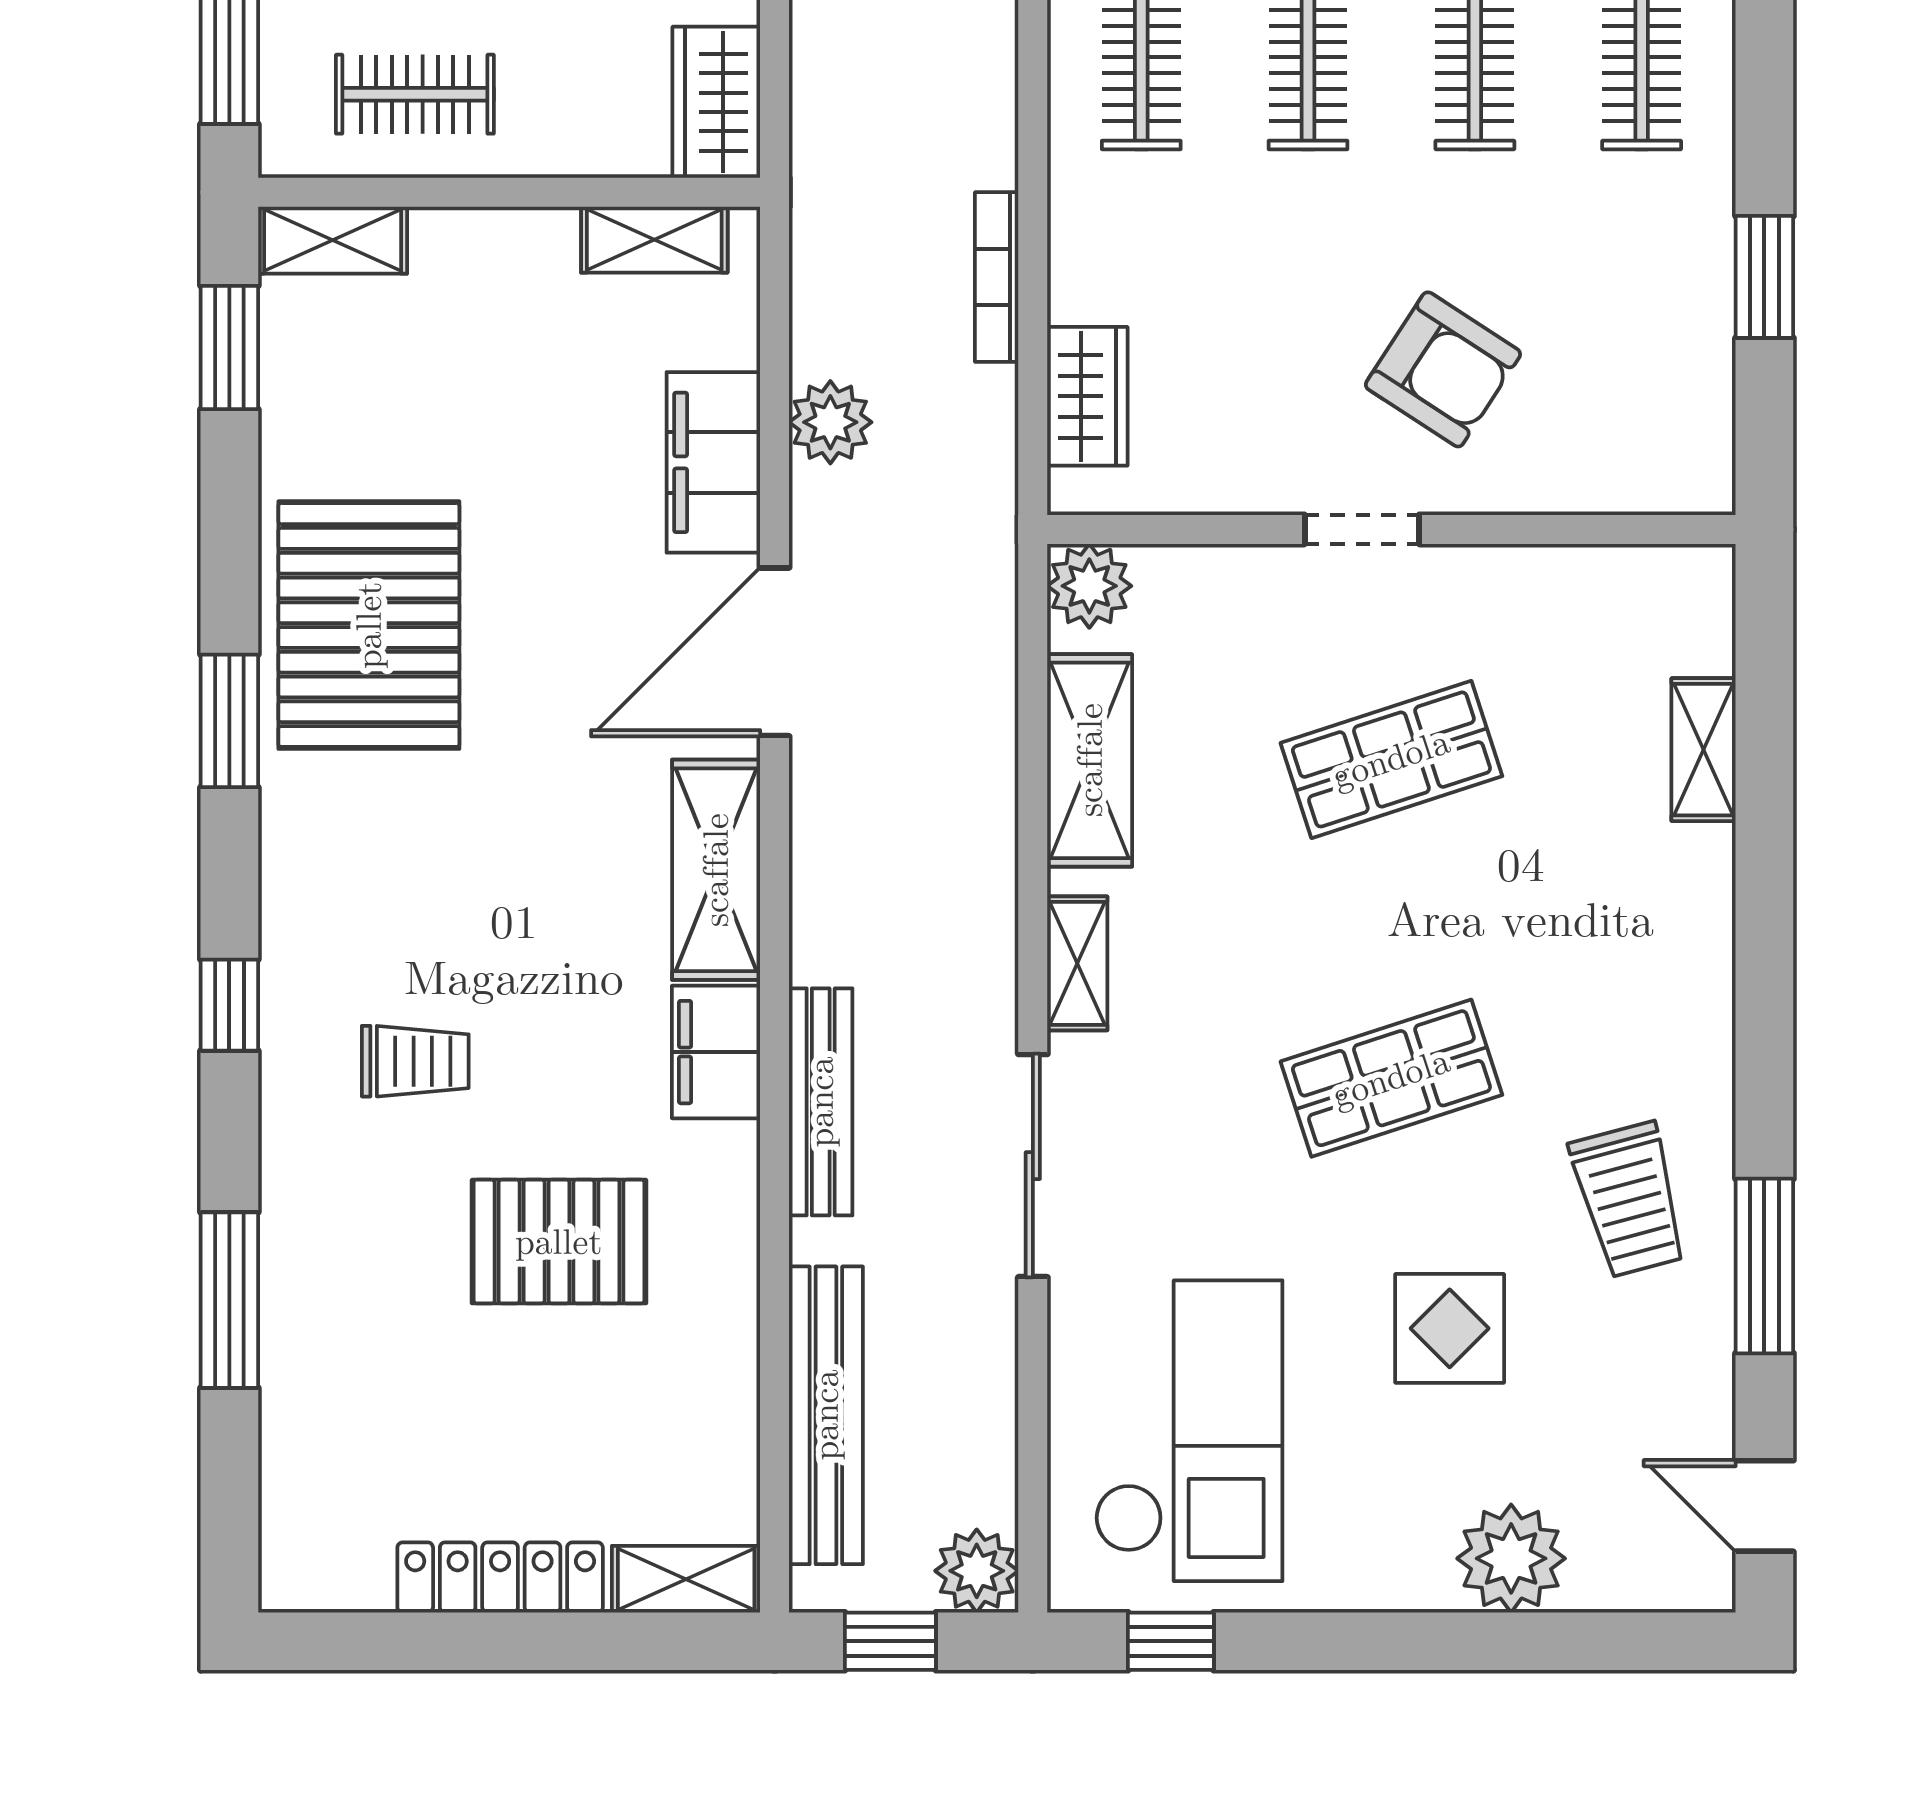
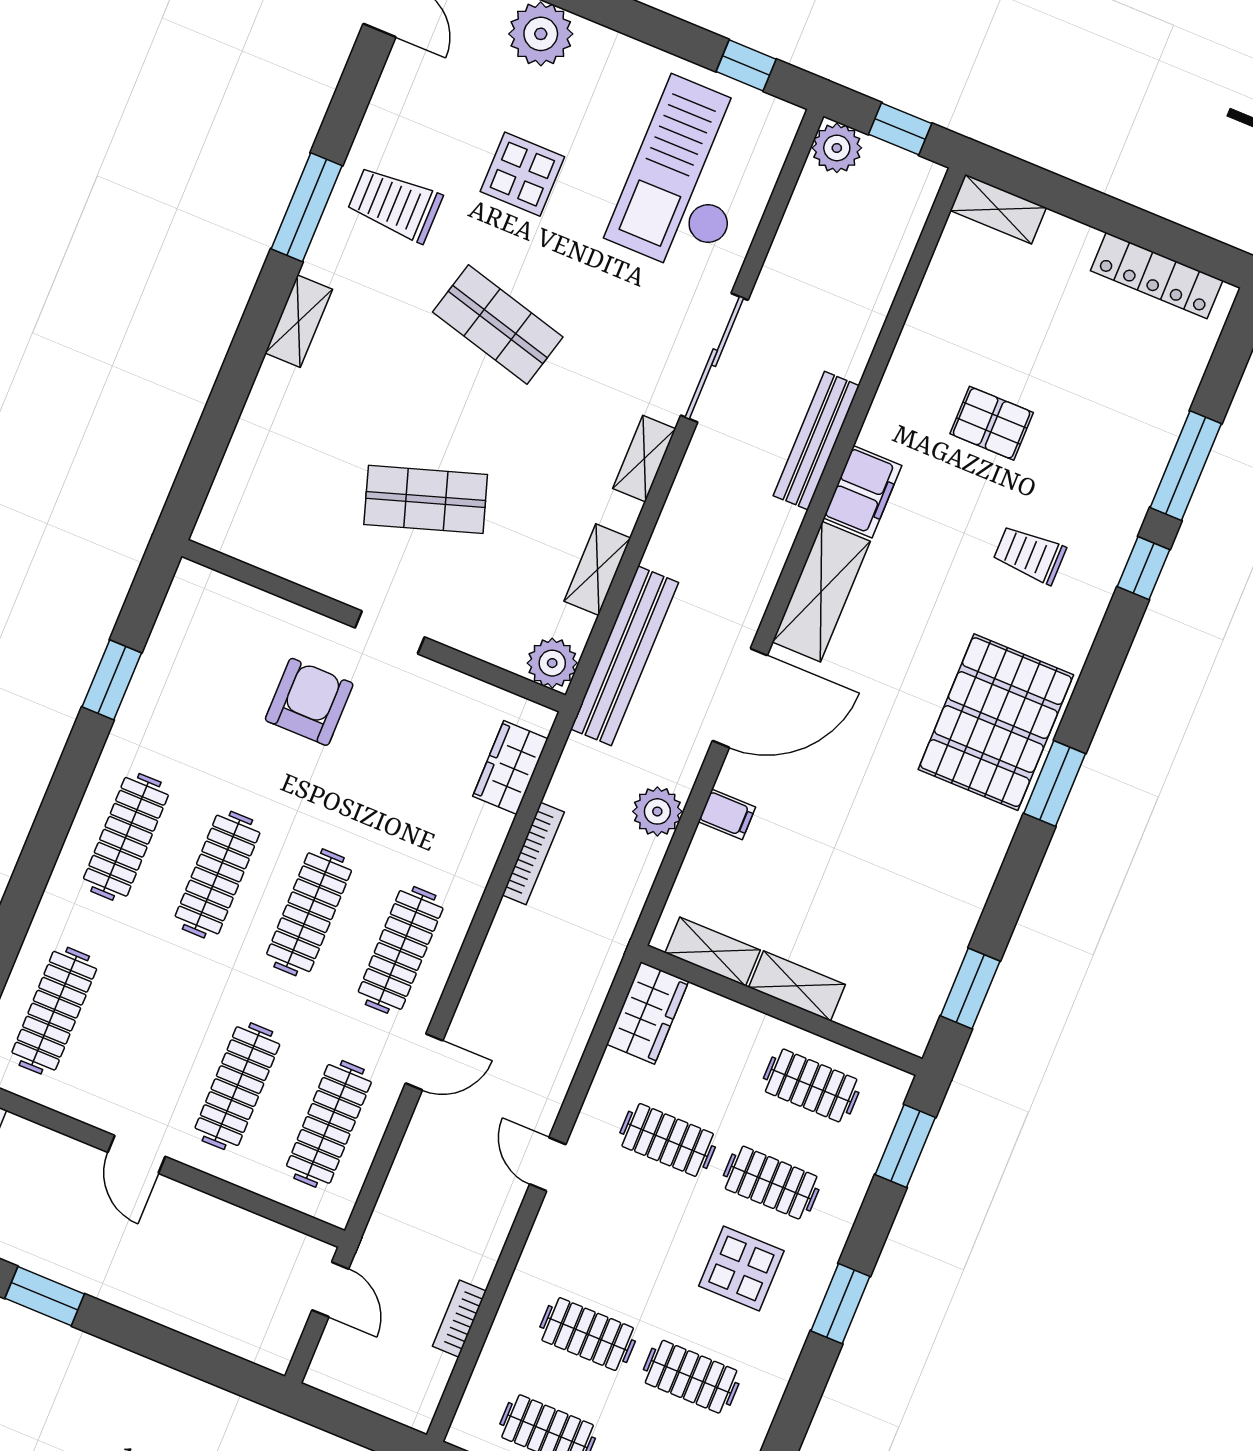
shelving: (333, 240) -> (797, 986), moved
armchair: (1443, 369) -> (309, 702), turned 57
filing cabinet: (713, 462) -> (727, 814), width x0.33, depth x0.86
pallet: (369, 625) -> (996, 722), moved
shelving: (1704, 750) -> (299, 321), moved
shelving: (1090, 760) -> (597, 570), width x0.67, depth x0.75
window: (229, 1005) -> (1143, 568), moved
shop shelf: (1391, 1078) -> (498, 325), turned 33
trolley: (1629, 1200) -> (395, 204), turned -75
pallet: (559, 1242) -> (992, 423), width x0.67, depth x0.71
window: (1764, 1266) -> (307, 207), moved
bench: (826, 1415) -> (625, 656), moved
locker: (500, 1577) -> (1157, 276), moved

